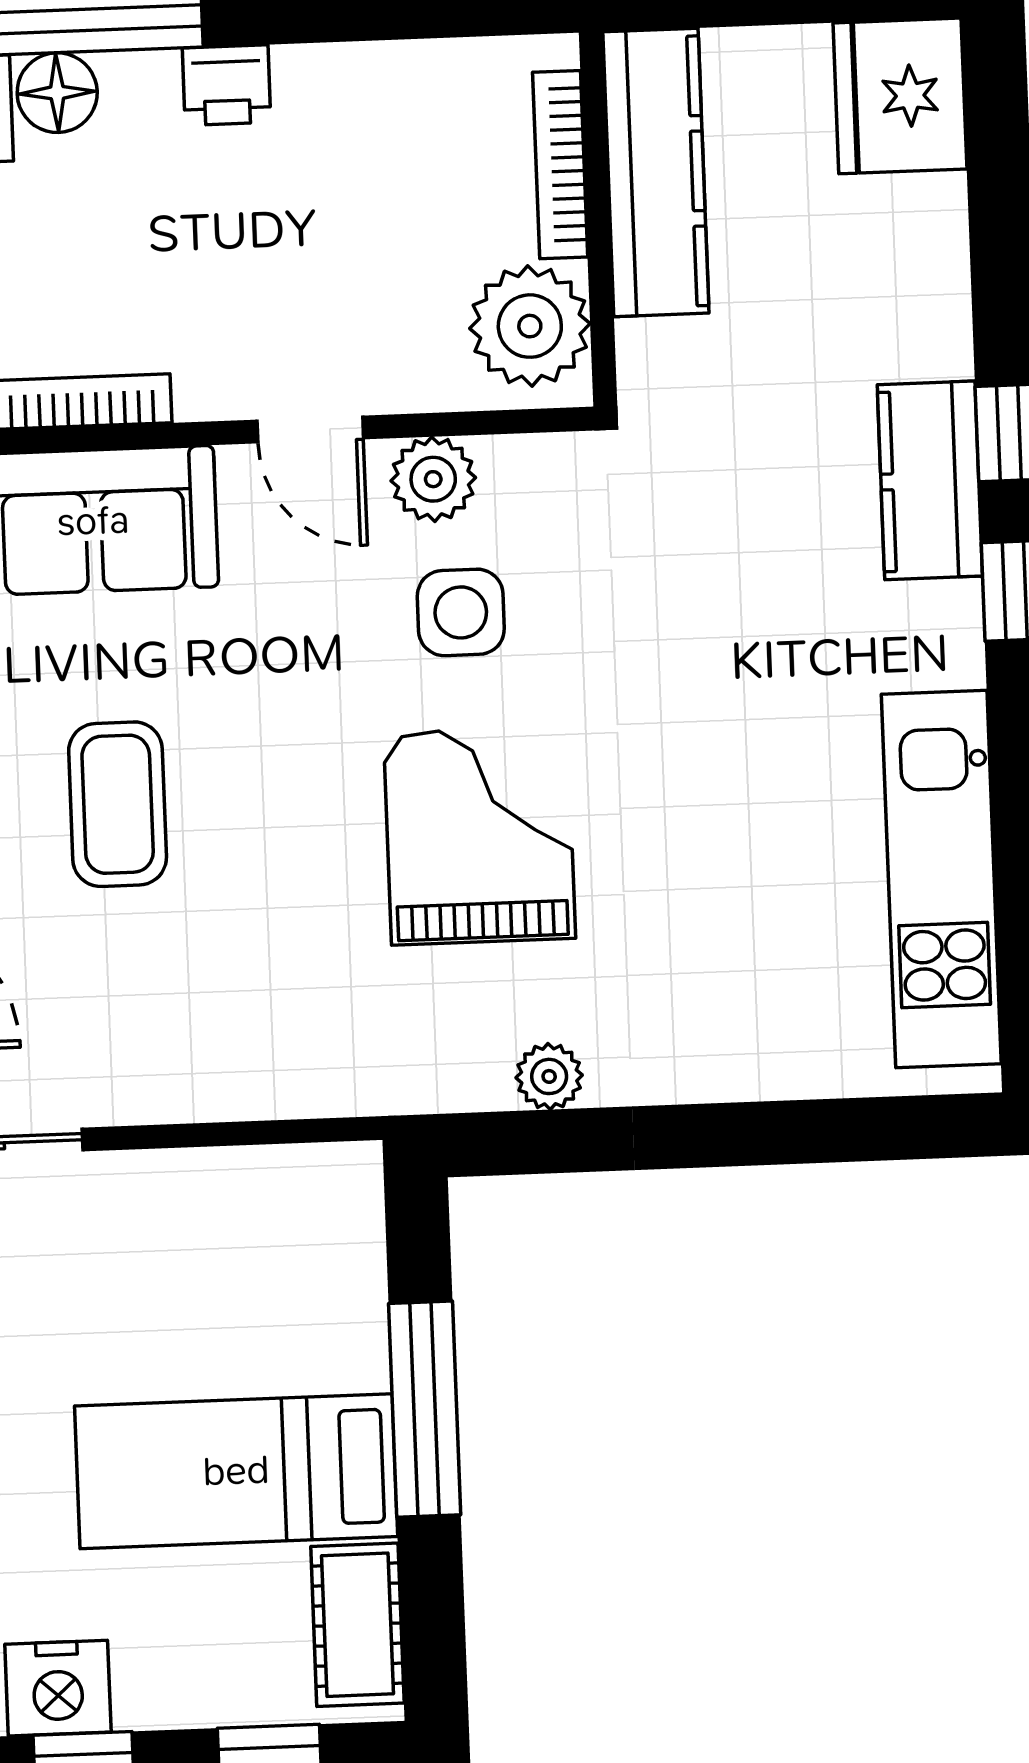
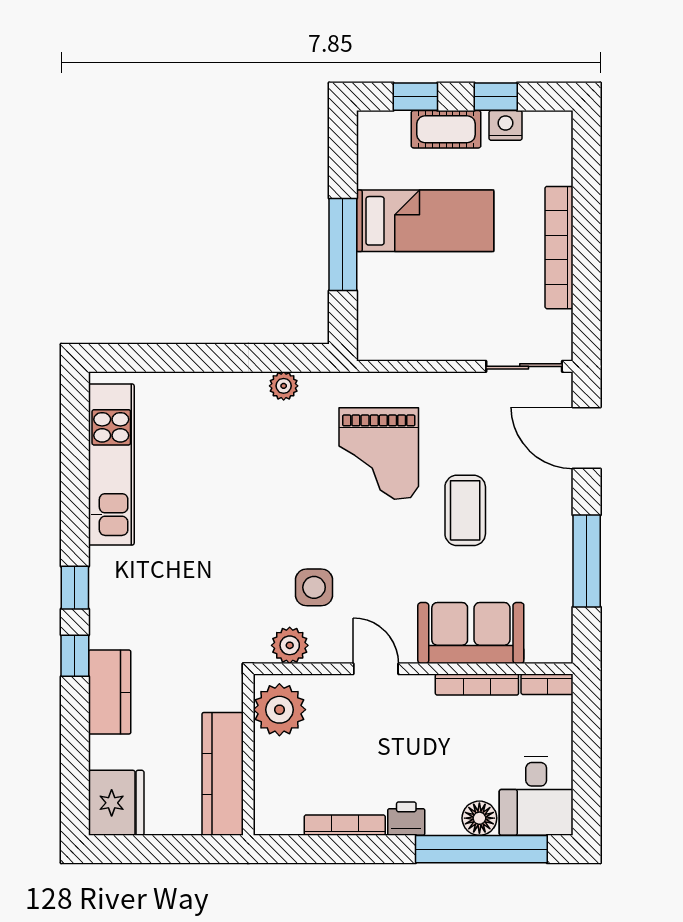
bookcase: (560, 165) -> (345, 825), moved, turned -90
plant: (433, 479) -> (290, 645), moved
kitchen counter: (930, 480) -> (110, 692), moved
grand piano: (480, 836) -> (379, 453), moved
cot: (357, 1625) -> (446, 129), moved, turned 90
nightstand: (58, 1688) -> (506, 125), width x0.74, depth x0.75

